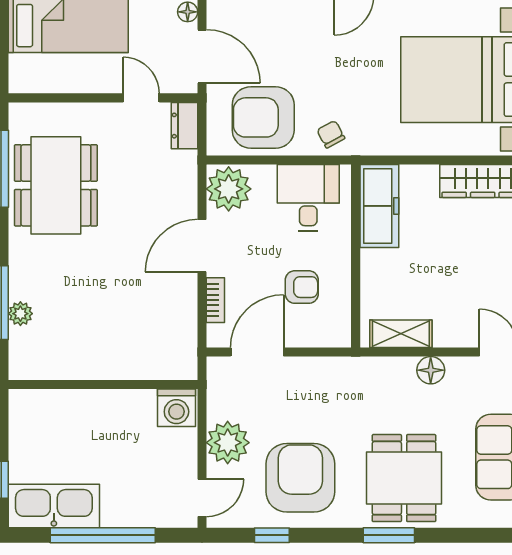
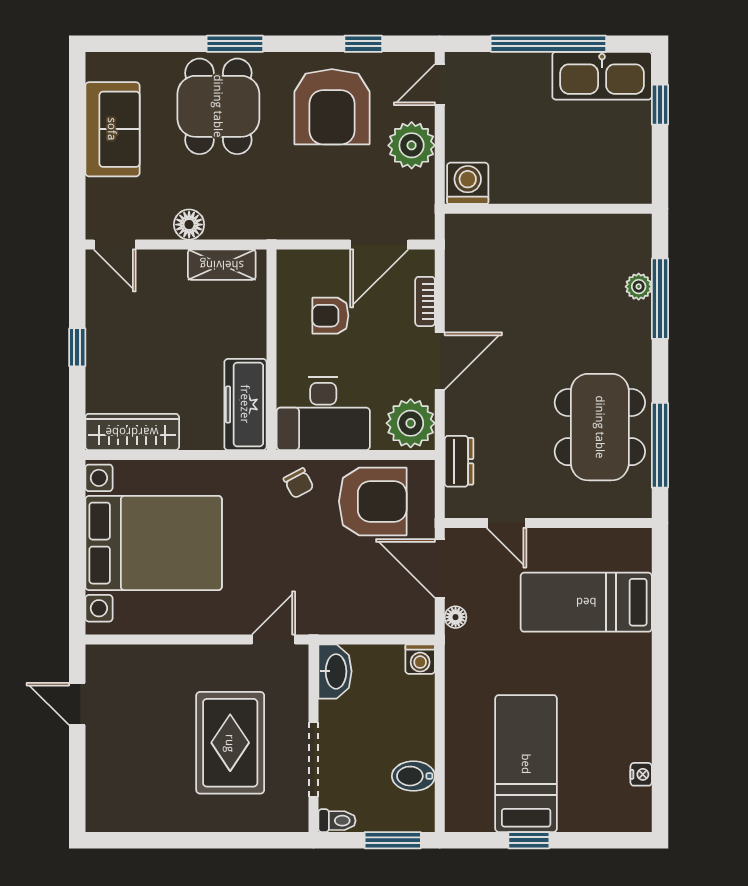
dresser: (184, 126) -> (459, 461), moved
desk: (308, 198) -> (323, 413), width x1.37

